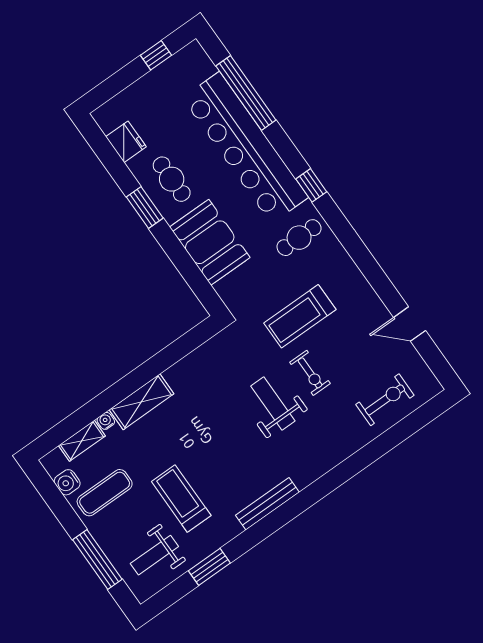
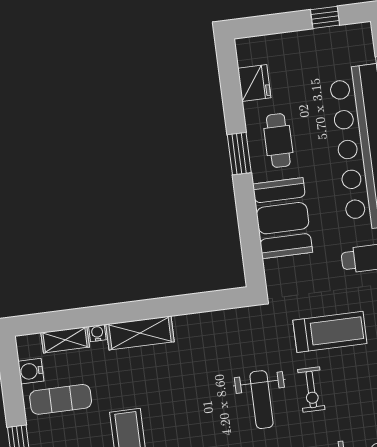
treadmill: (300, 316) -> (330, 332), turned 180
weight bench: (273, 403) -> (261, 400), turned 180

